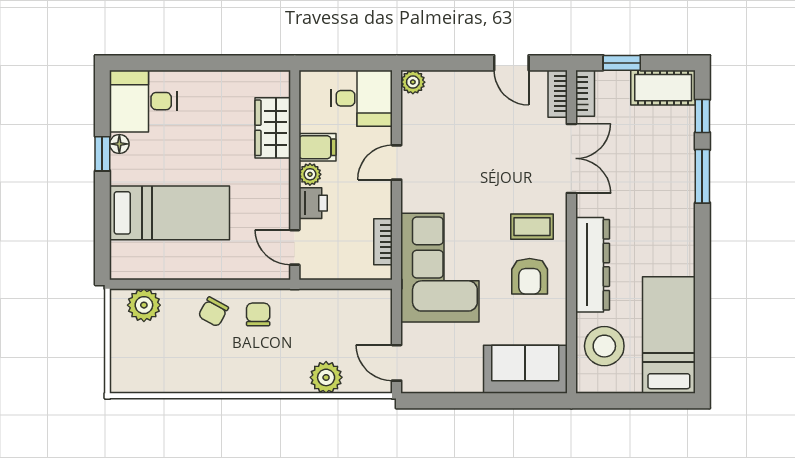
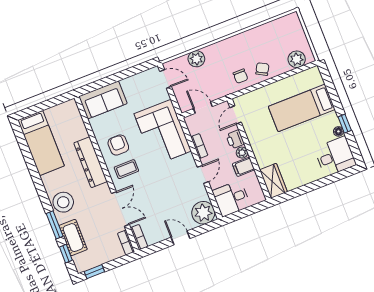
door: (511, 63) -> (180, 238), moved
window: (622, 63) -> (94, 272), moved
plant: (413, 82) -> (203, 213), width x1.88, depth x1.88
cot: (663, 88) -> (73, 238), moved, turned 90
wardrobe: (273, 128) -> (273, 181), moved
double door: (571, 158) -> (120, 209), swing flipped
bookcase: (383, 242) -> (199, 146), moved
door: (295, 247) -> (236, 115), swing flipped
door: (349, 284) -> (203, 108), added
stool: (604, 346) -> (63, 202), moved

